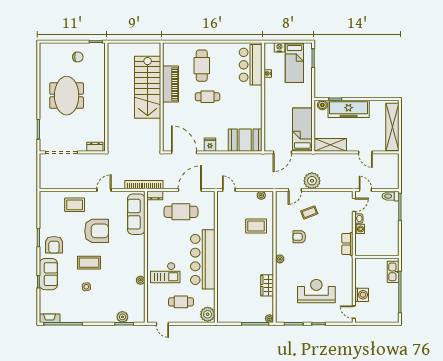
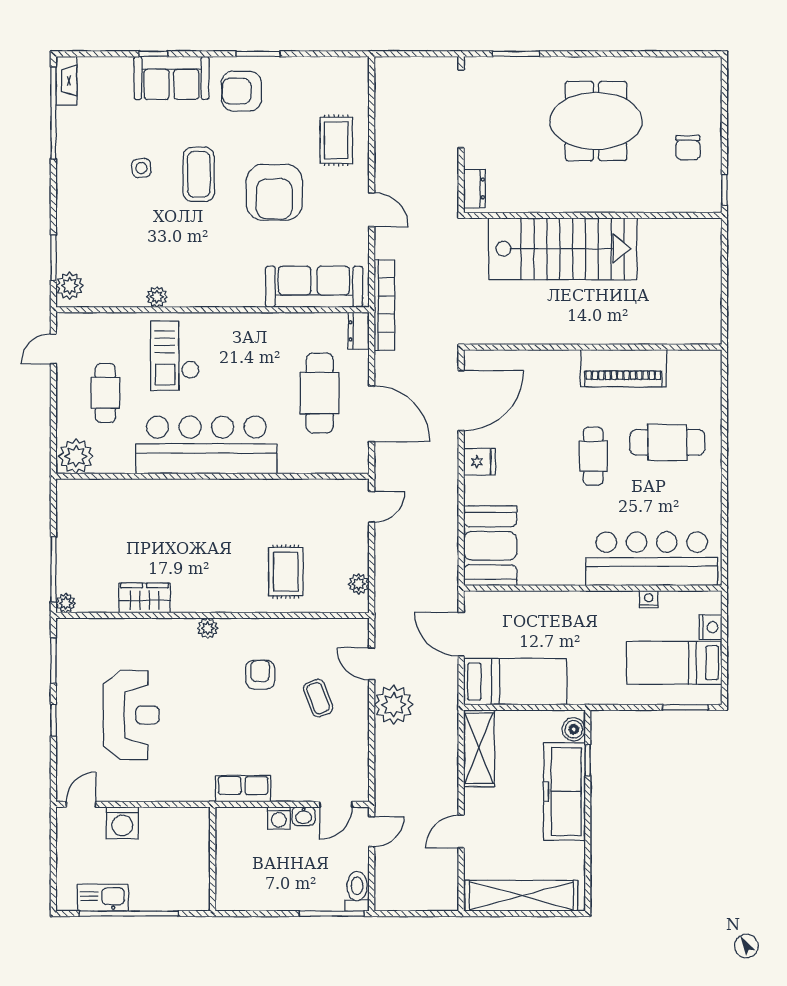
bar counter: (251, 65) -> (652, 559), width x1.36
stairs: (148, 87) -> (563, 249), moved, turned 180
door: (354, 205) -> (336, 804), hinge flipped
kitchen sink: (393, 272) -> (103, 898), moved
plant: (122, 317) -> (70, 286), moved

